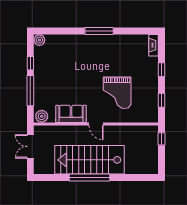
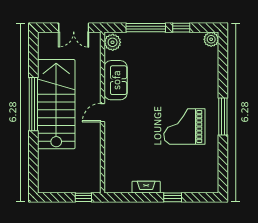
fireplace: (154, 45) -> (146, 187), moved
grand piano: (117, 93) -> (184, 126), moved
window: (162, 100) -> (133, 197), removed
double door: (30, 146) -> (74, 28), swing flipped

